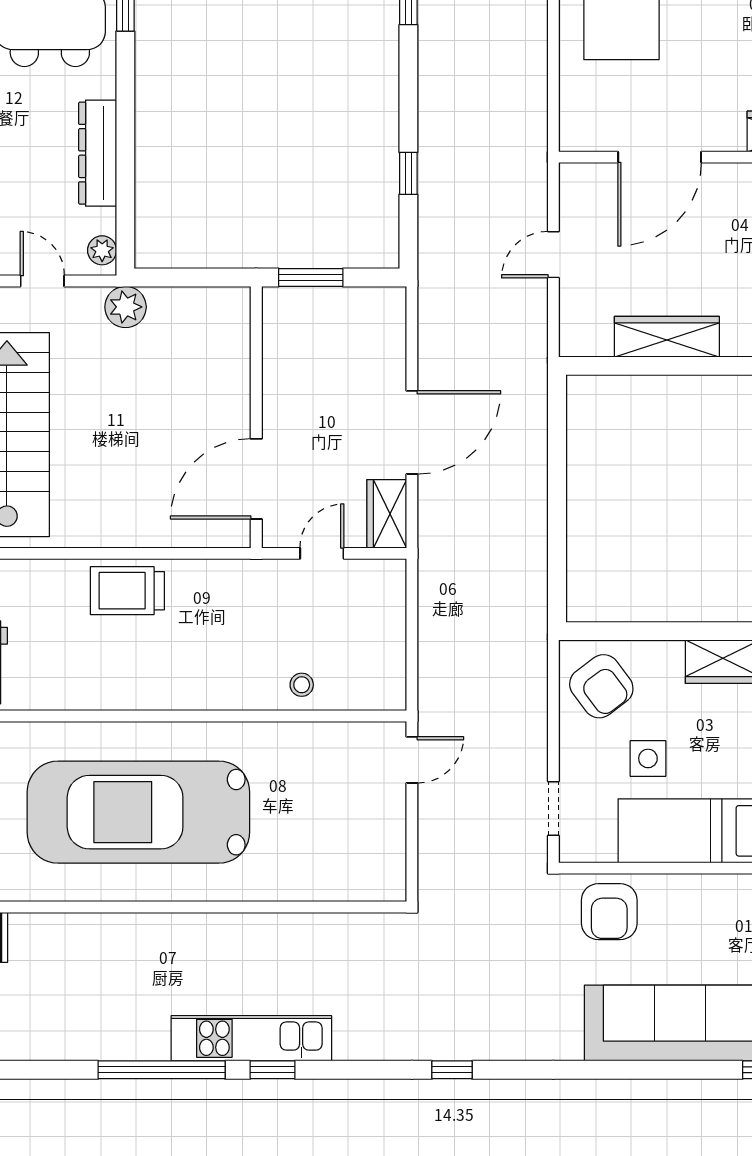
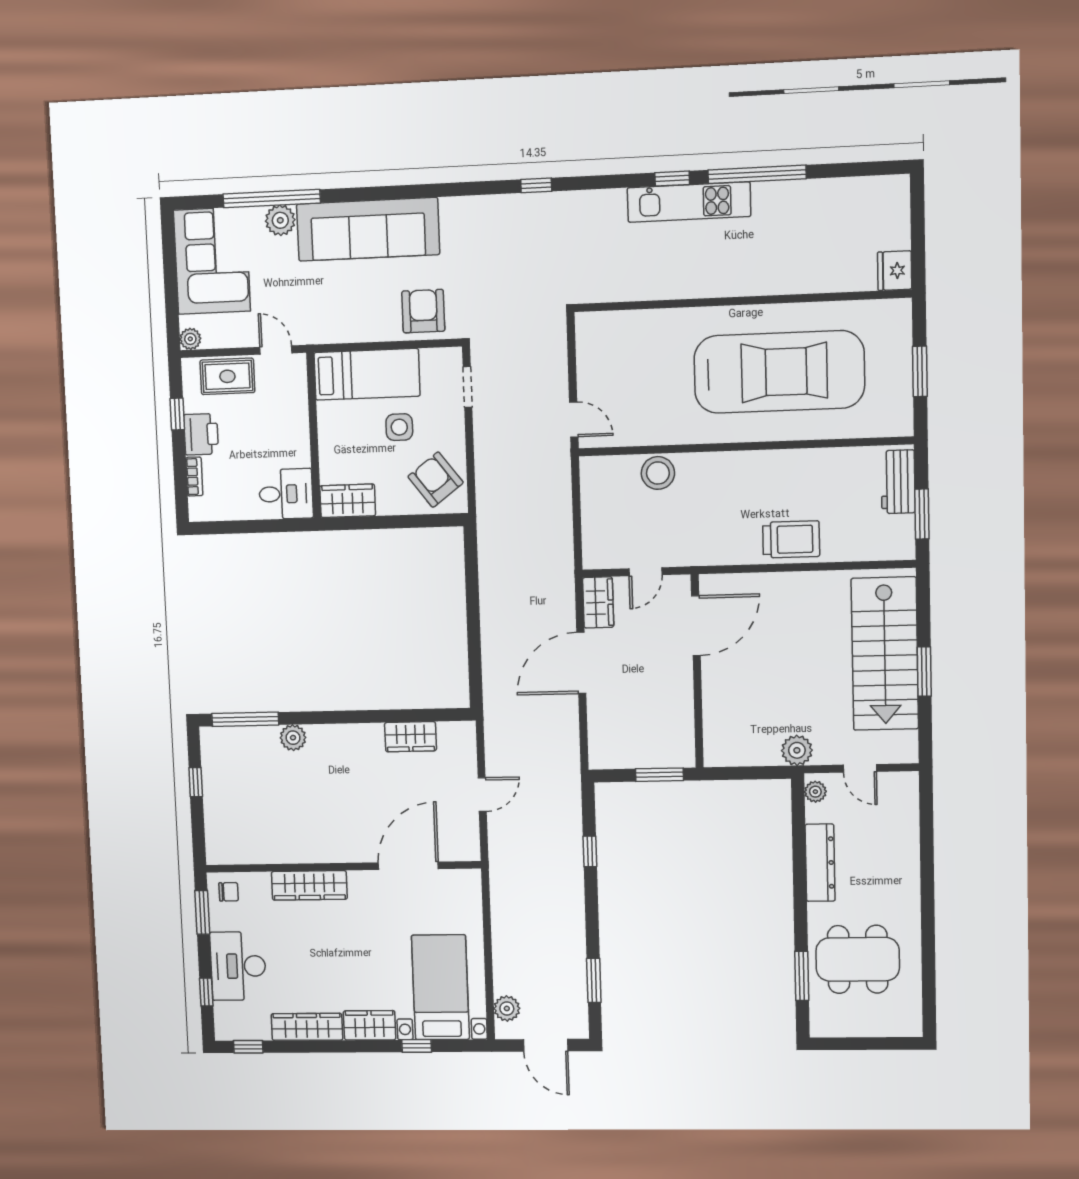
wardrobe: (667, 337) -> (410, 737), width x0.67
stool: (302, 685) -> (658, 473), width x1.89, depth x1.89
door: (412, 760) -> (574, 419), swing flipped

